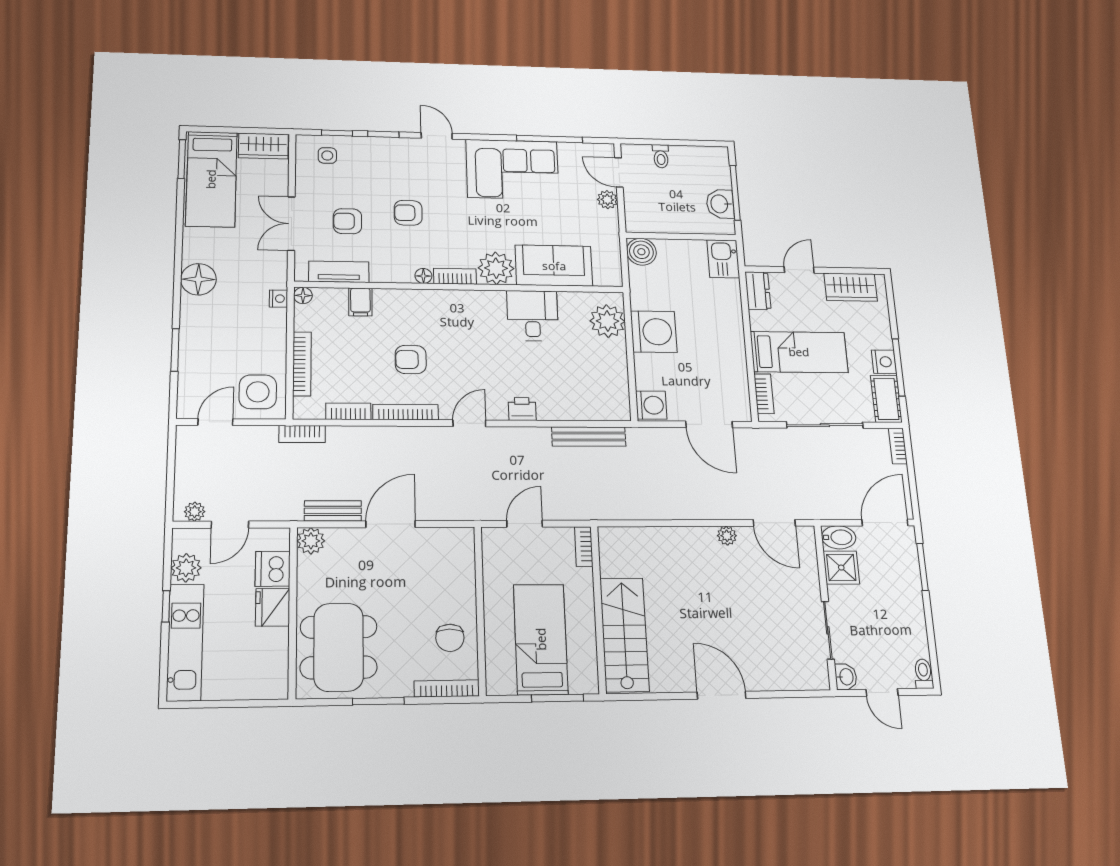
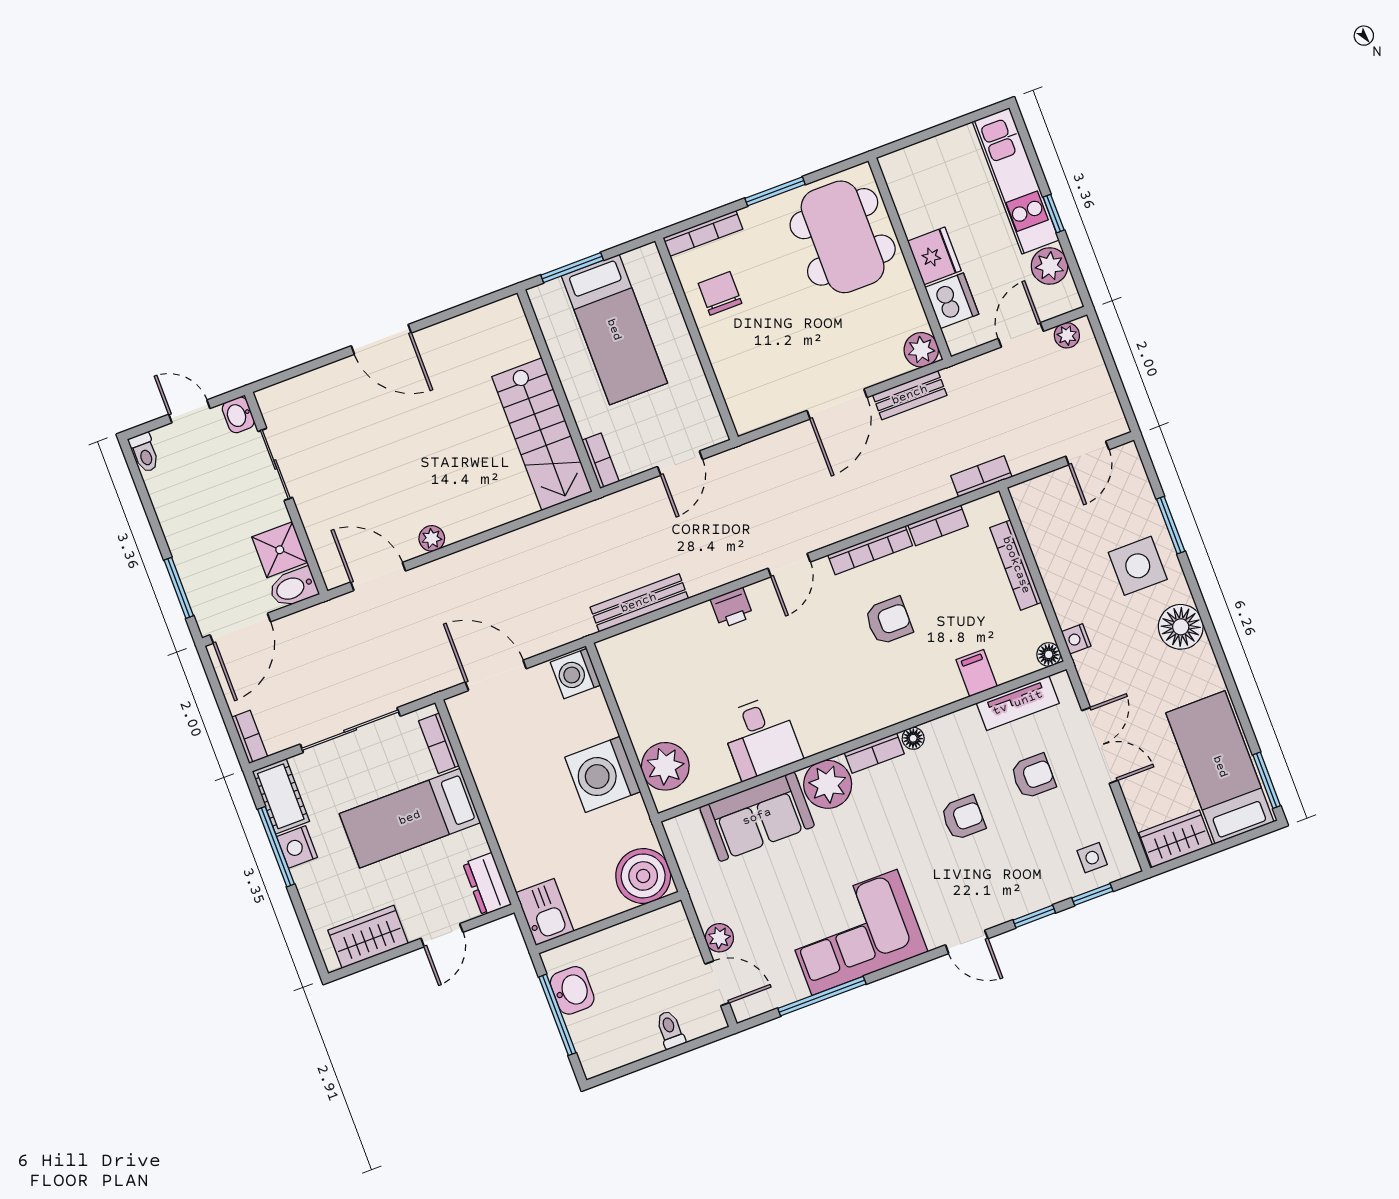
boiler: (641, 252) -> (643, 876), width x1.37, depth x1.37
side table: (258, 392) -> (1138, 566), moved
stairs: (624, 635) -> (542, 434), moved

